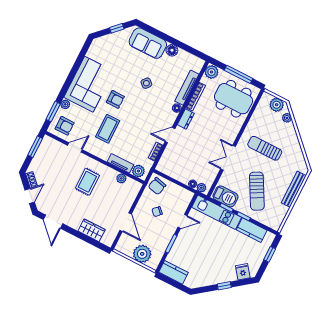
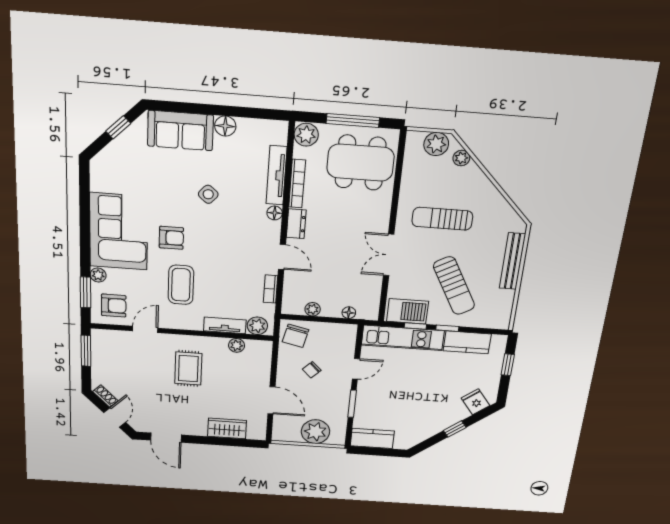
door: (170, 135) -> (282, 257), swing flipped
plant: (201, 188) -> (313, 309), moved

